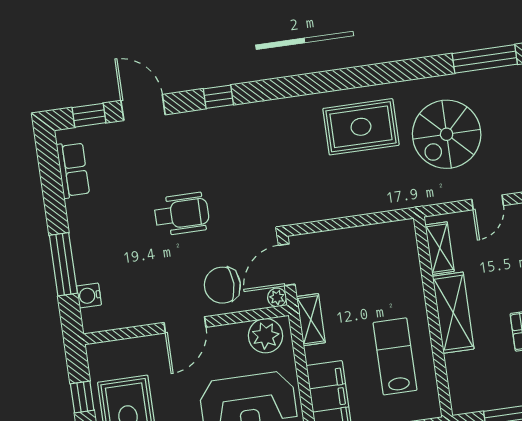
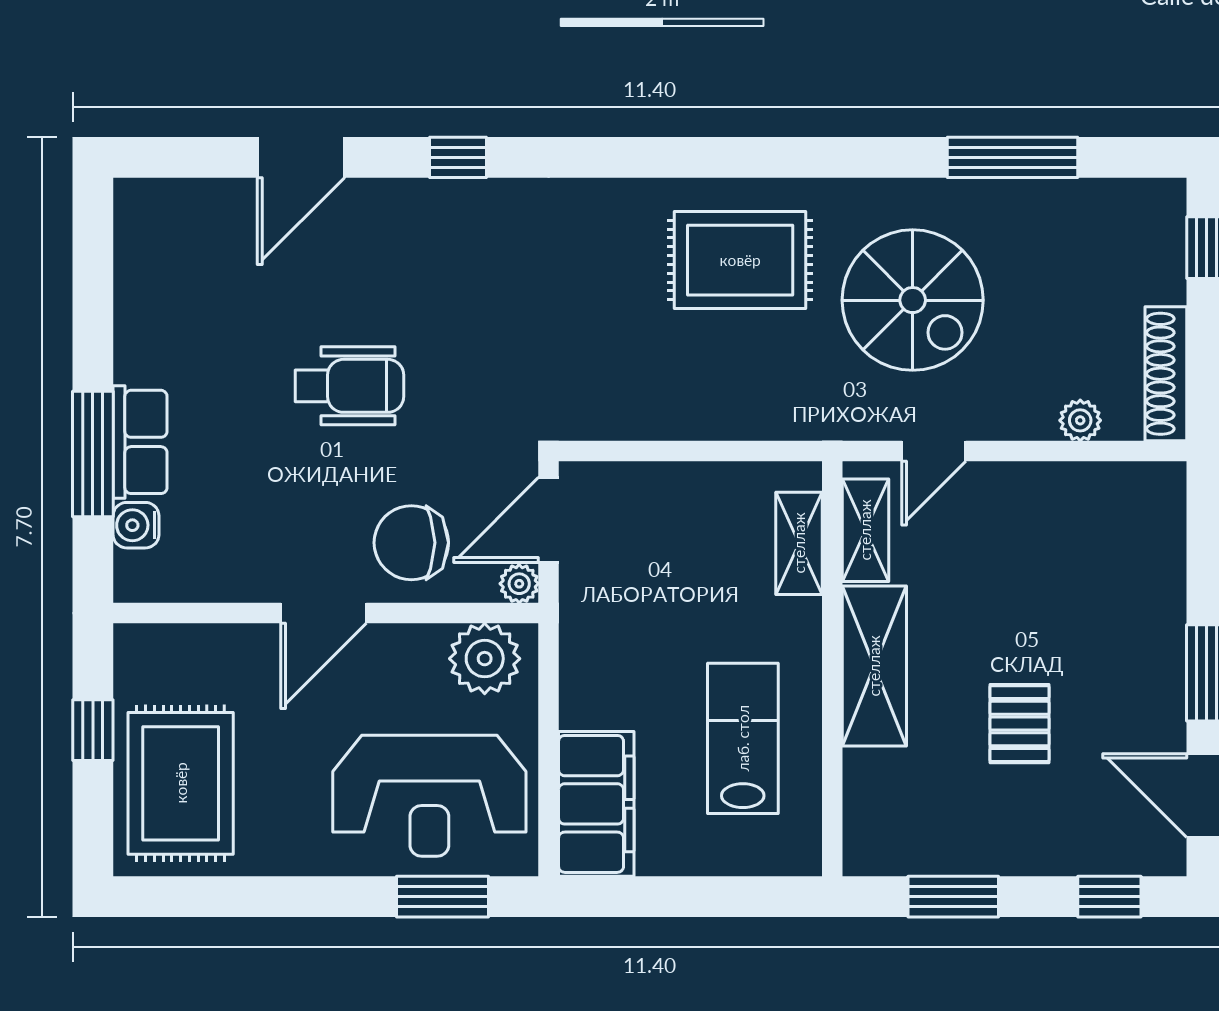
door: (143, 108) -> (301, 157), swing flipped
window: (89, 115) -> (188, 157), removed
spiral stairs: (447, 134) -> (913, 300), turned -90
row of seats: (73, 170) -> (140, 442), moved
door: (488, 202) -> (934, 451), moved
shelving: (311, 320) -> (799, 543), moved

